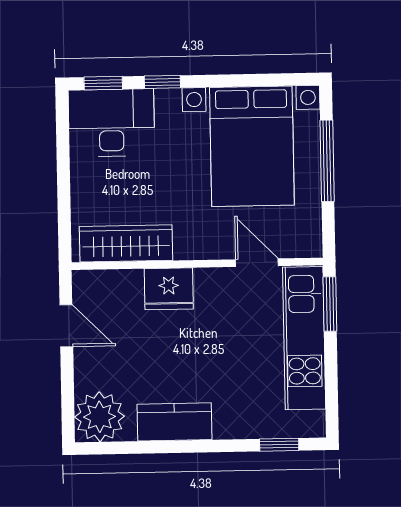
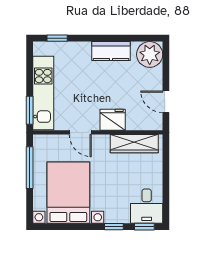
desk: (111, 123) -> (147, 206), width x0.73
window: (327, 161) -> (30, 168), moved
door: (257, 263) -> (80, 132), moved

